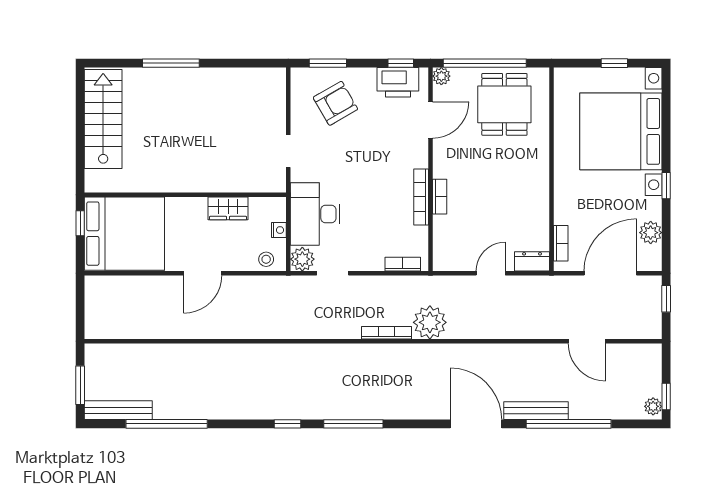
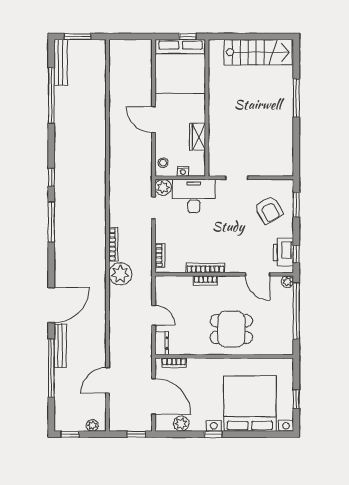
dining table: (504, 104) -> (231, 329), moved
plant: (653, 406) -> (92, 425), moved

